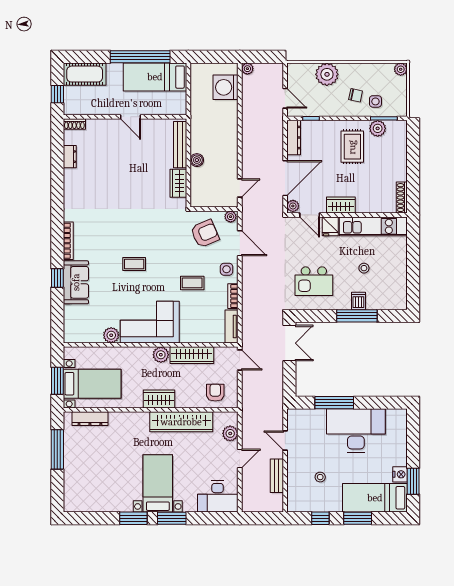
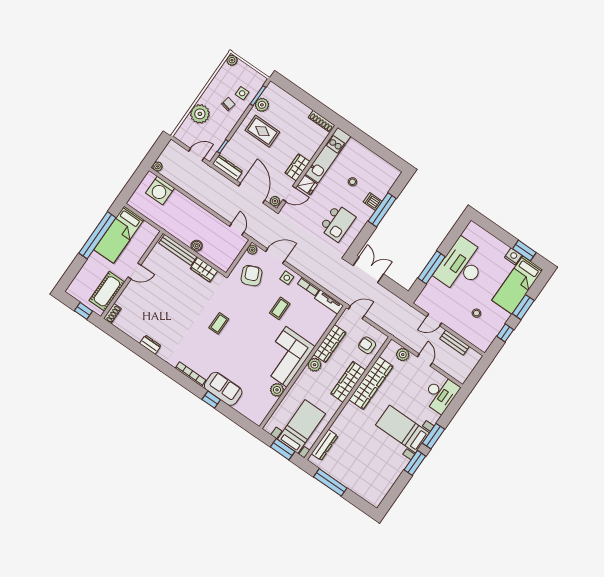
cot: (85, 74) -> (107, 291), moved
dresser: (70, 157) -> (150, 345), moved
coffee table: (134, 264) -> (219, 323), moved
wardrobe: (159, 399) -> (348, 382), width x1.50

